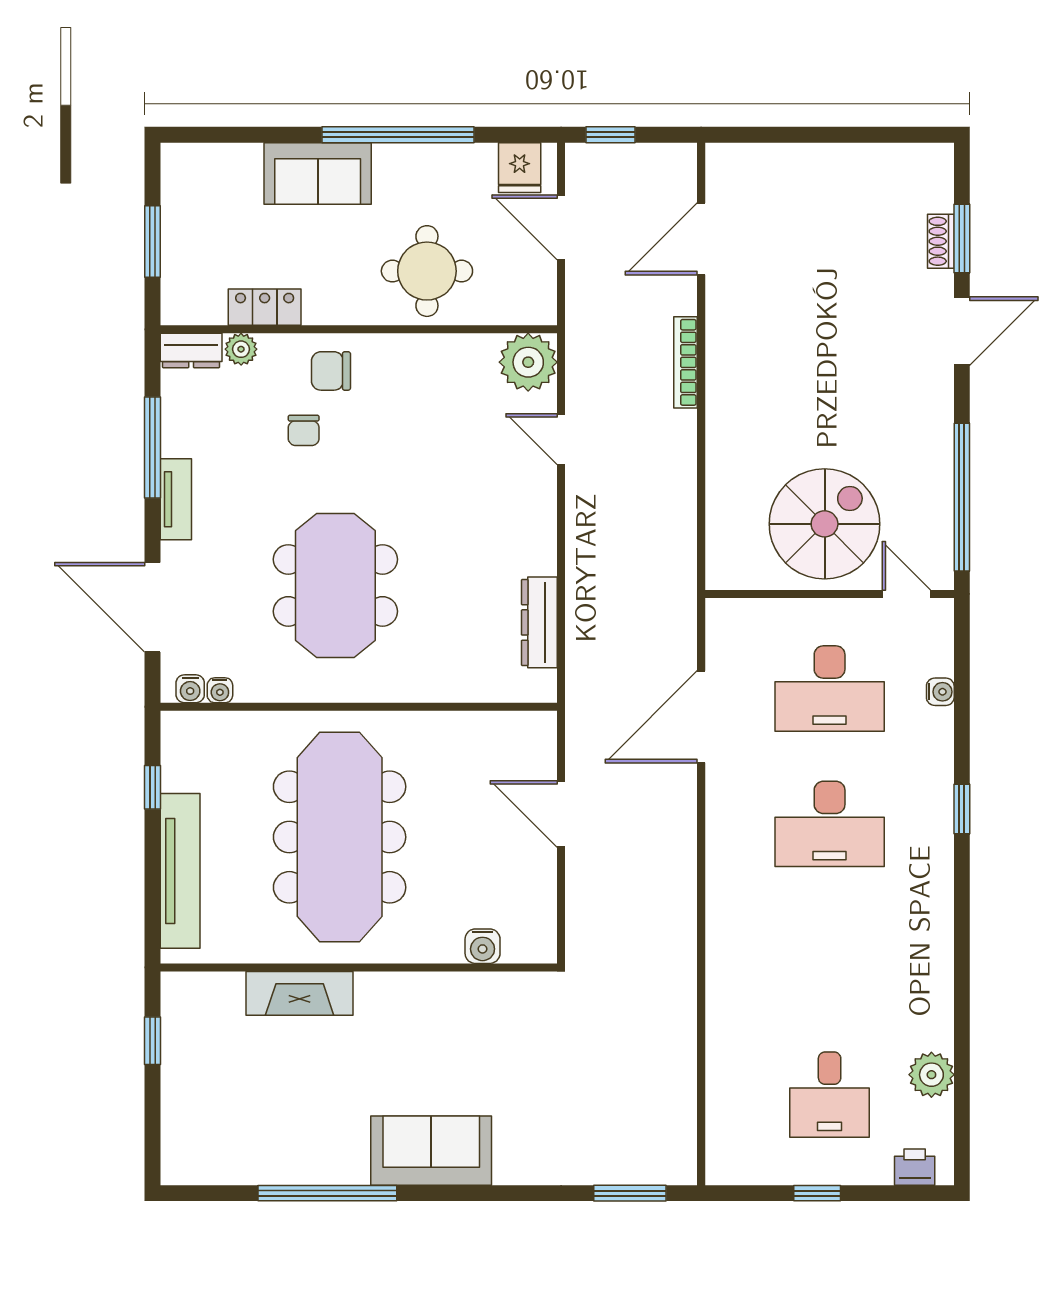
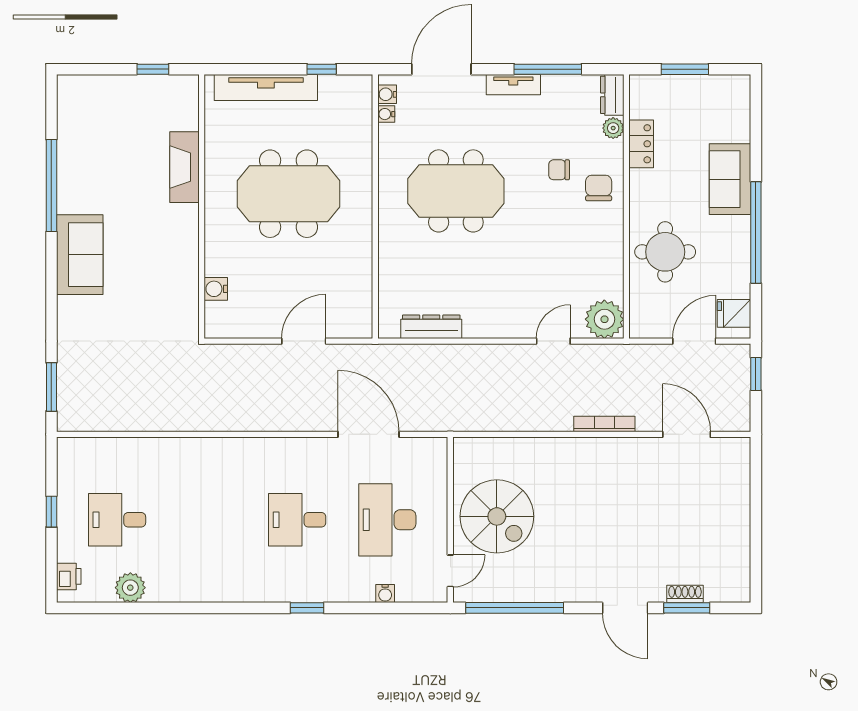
desk: (830, 824) -> (297, 520), width x0.73
meeting table: (340, 837) -> (288, 194), width x0.73

